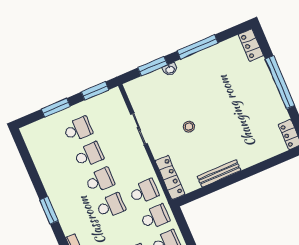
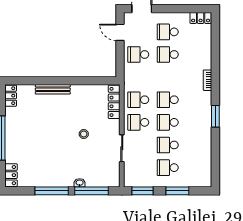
window: (153, 66) -> (92, 191), width x1.44
bench: (219, 173) -> (53, 89), moved
school desk: (155, 217) -> (138, 122), moved

